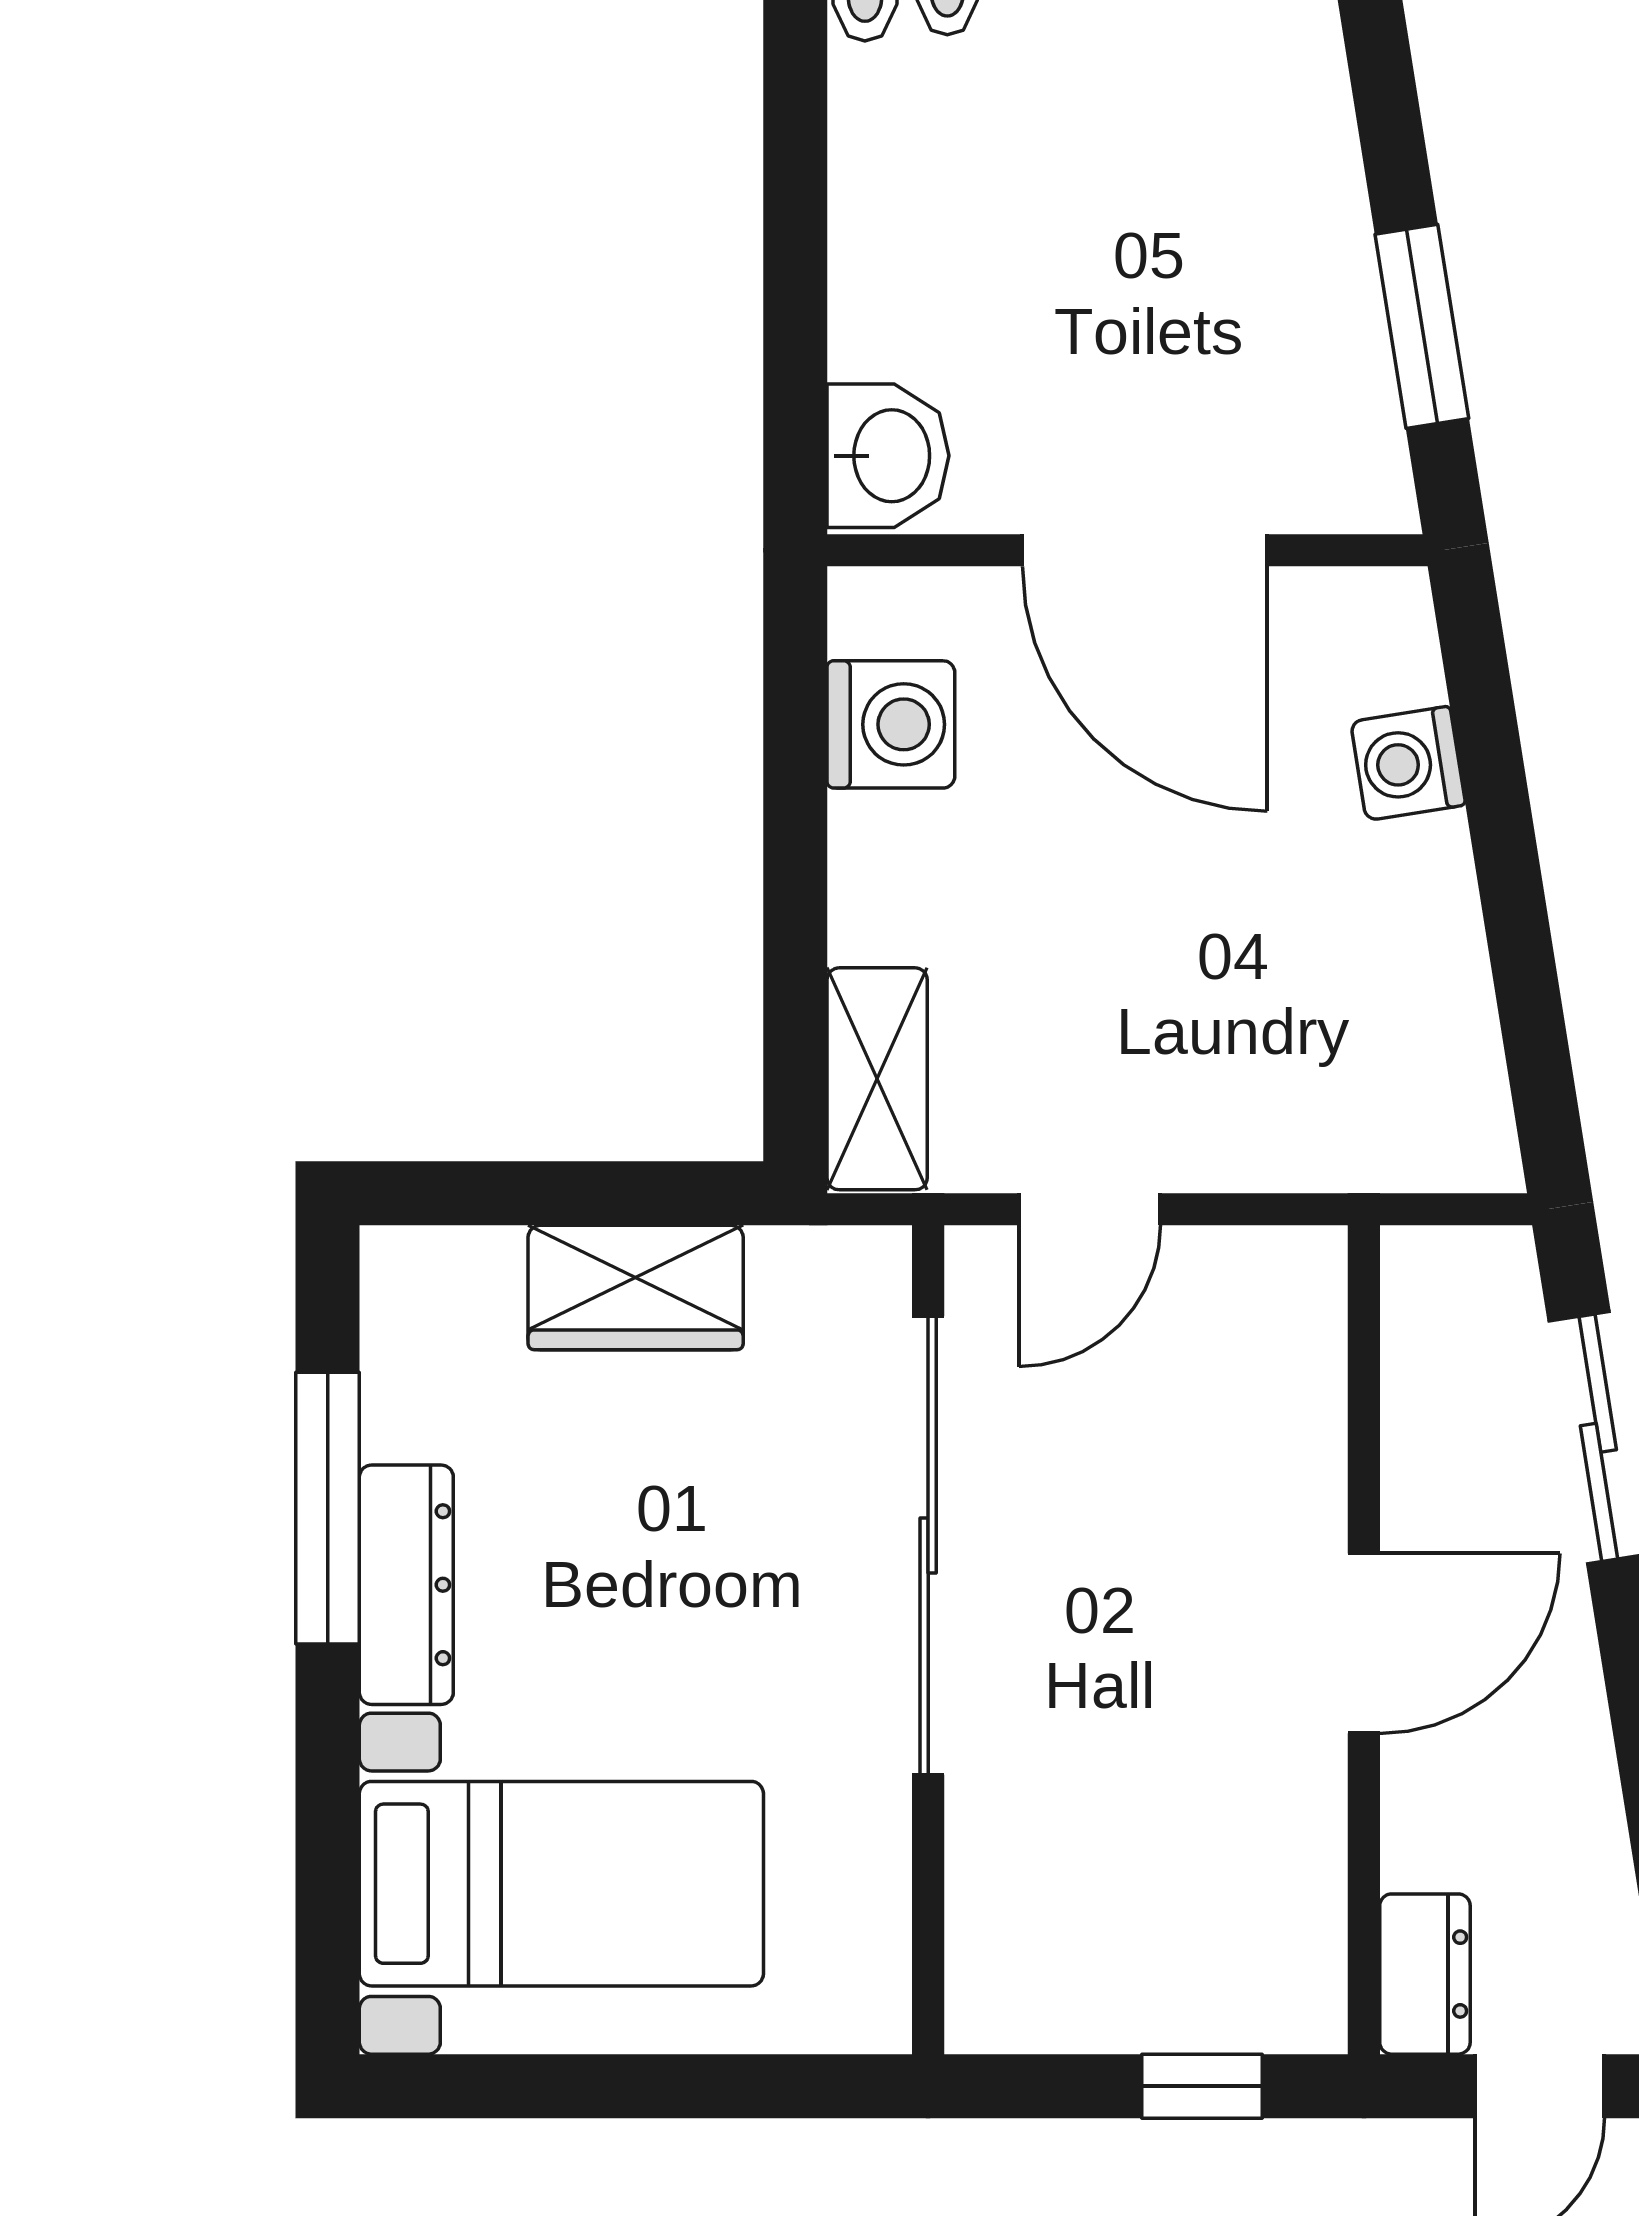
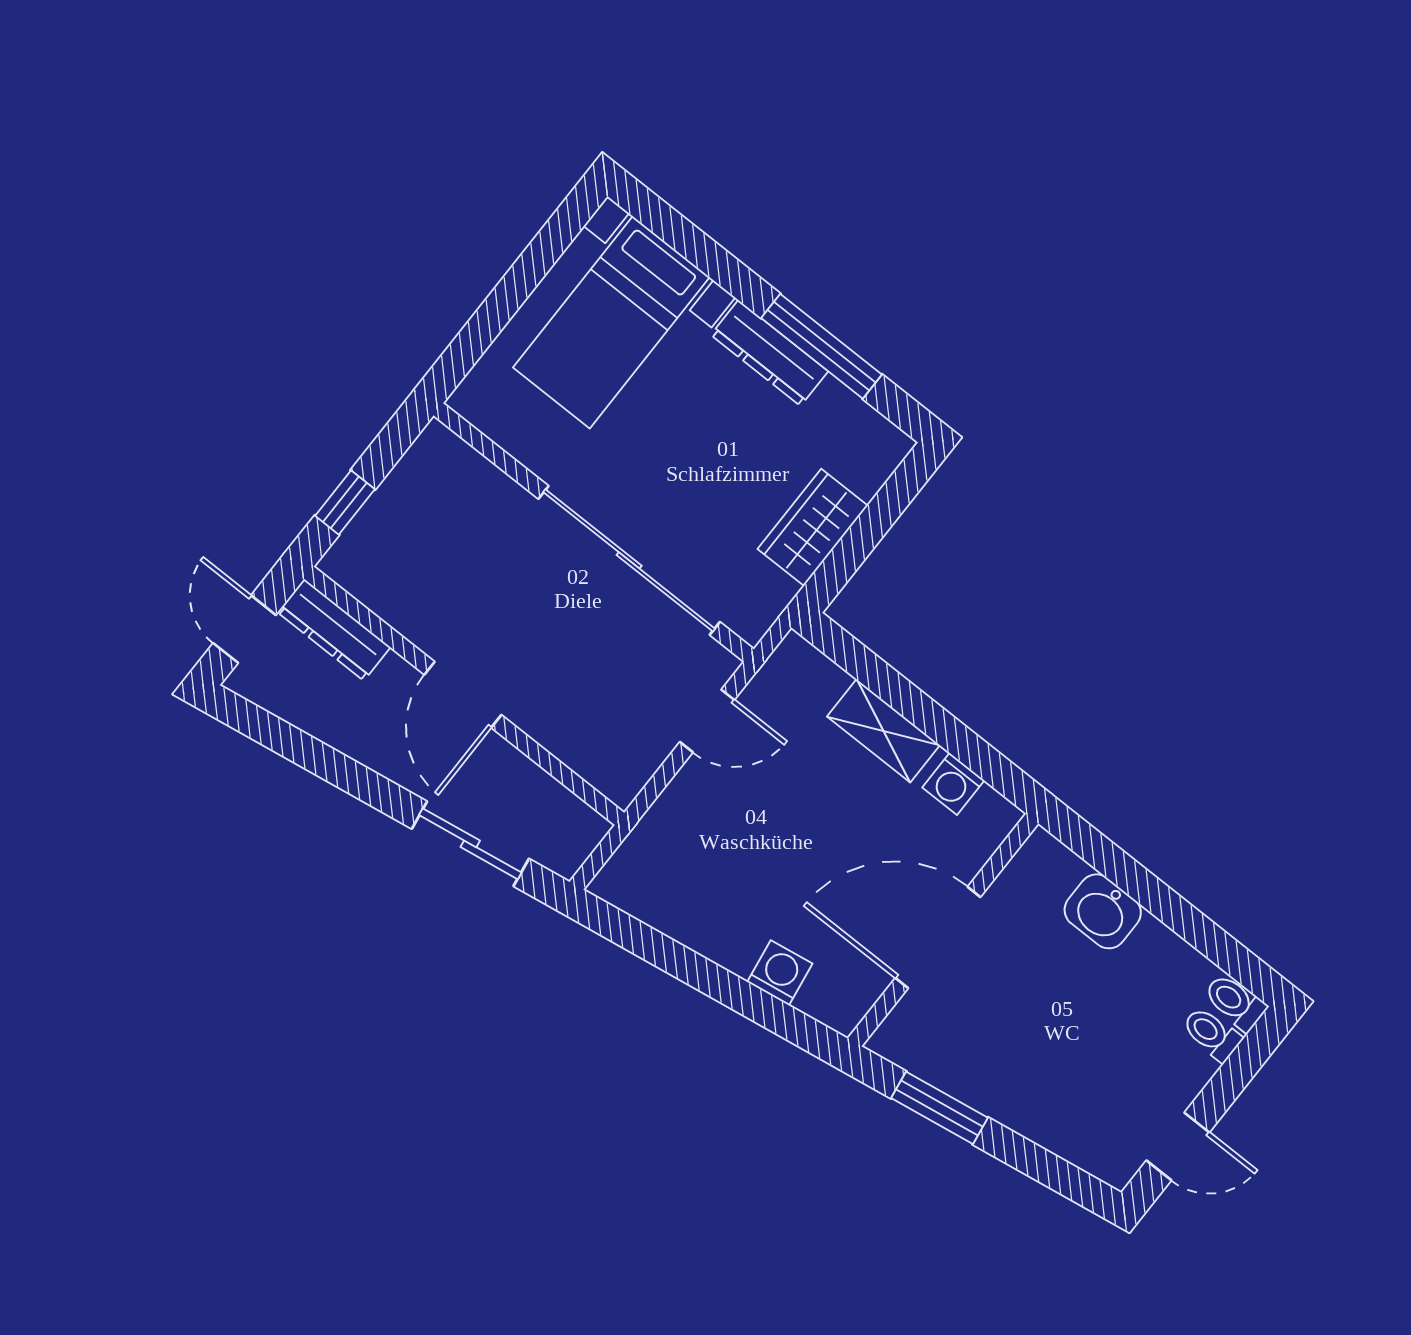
washbasin: (888, 456) -> (1103, 911), moved
washing machine: (891, 724) -> (953, 784), width x0.73, depth x0.73
shelving: (877, 1079) -> (883, 731), moved
door: (1090, 1209) -> (707, 721), swing flipped
dresser: (1425, 1974) -> (334, 630), width x1.44

